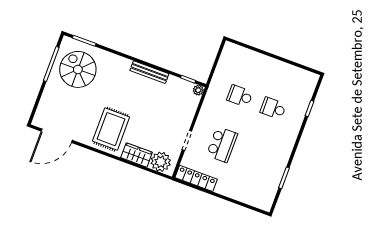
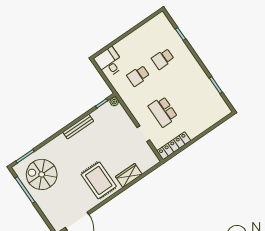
desk: (233, 58) -> (109, 62), added
school desk: (222, 145) -> (163, 112), turned 180
plant: (161, 162) -> (145, 162), removed

